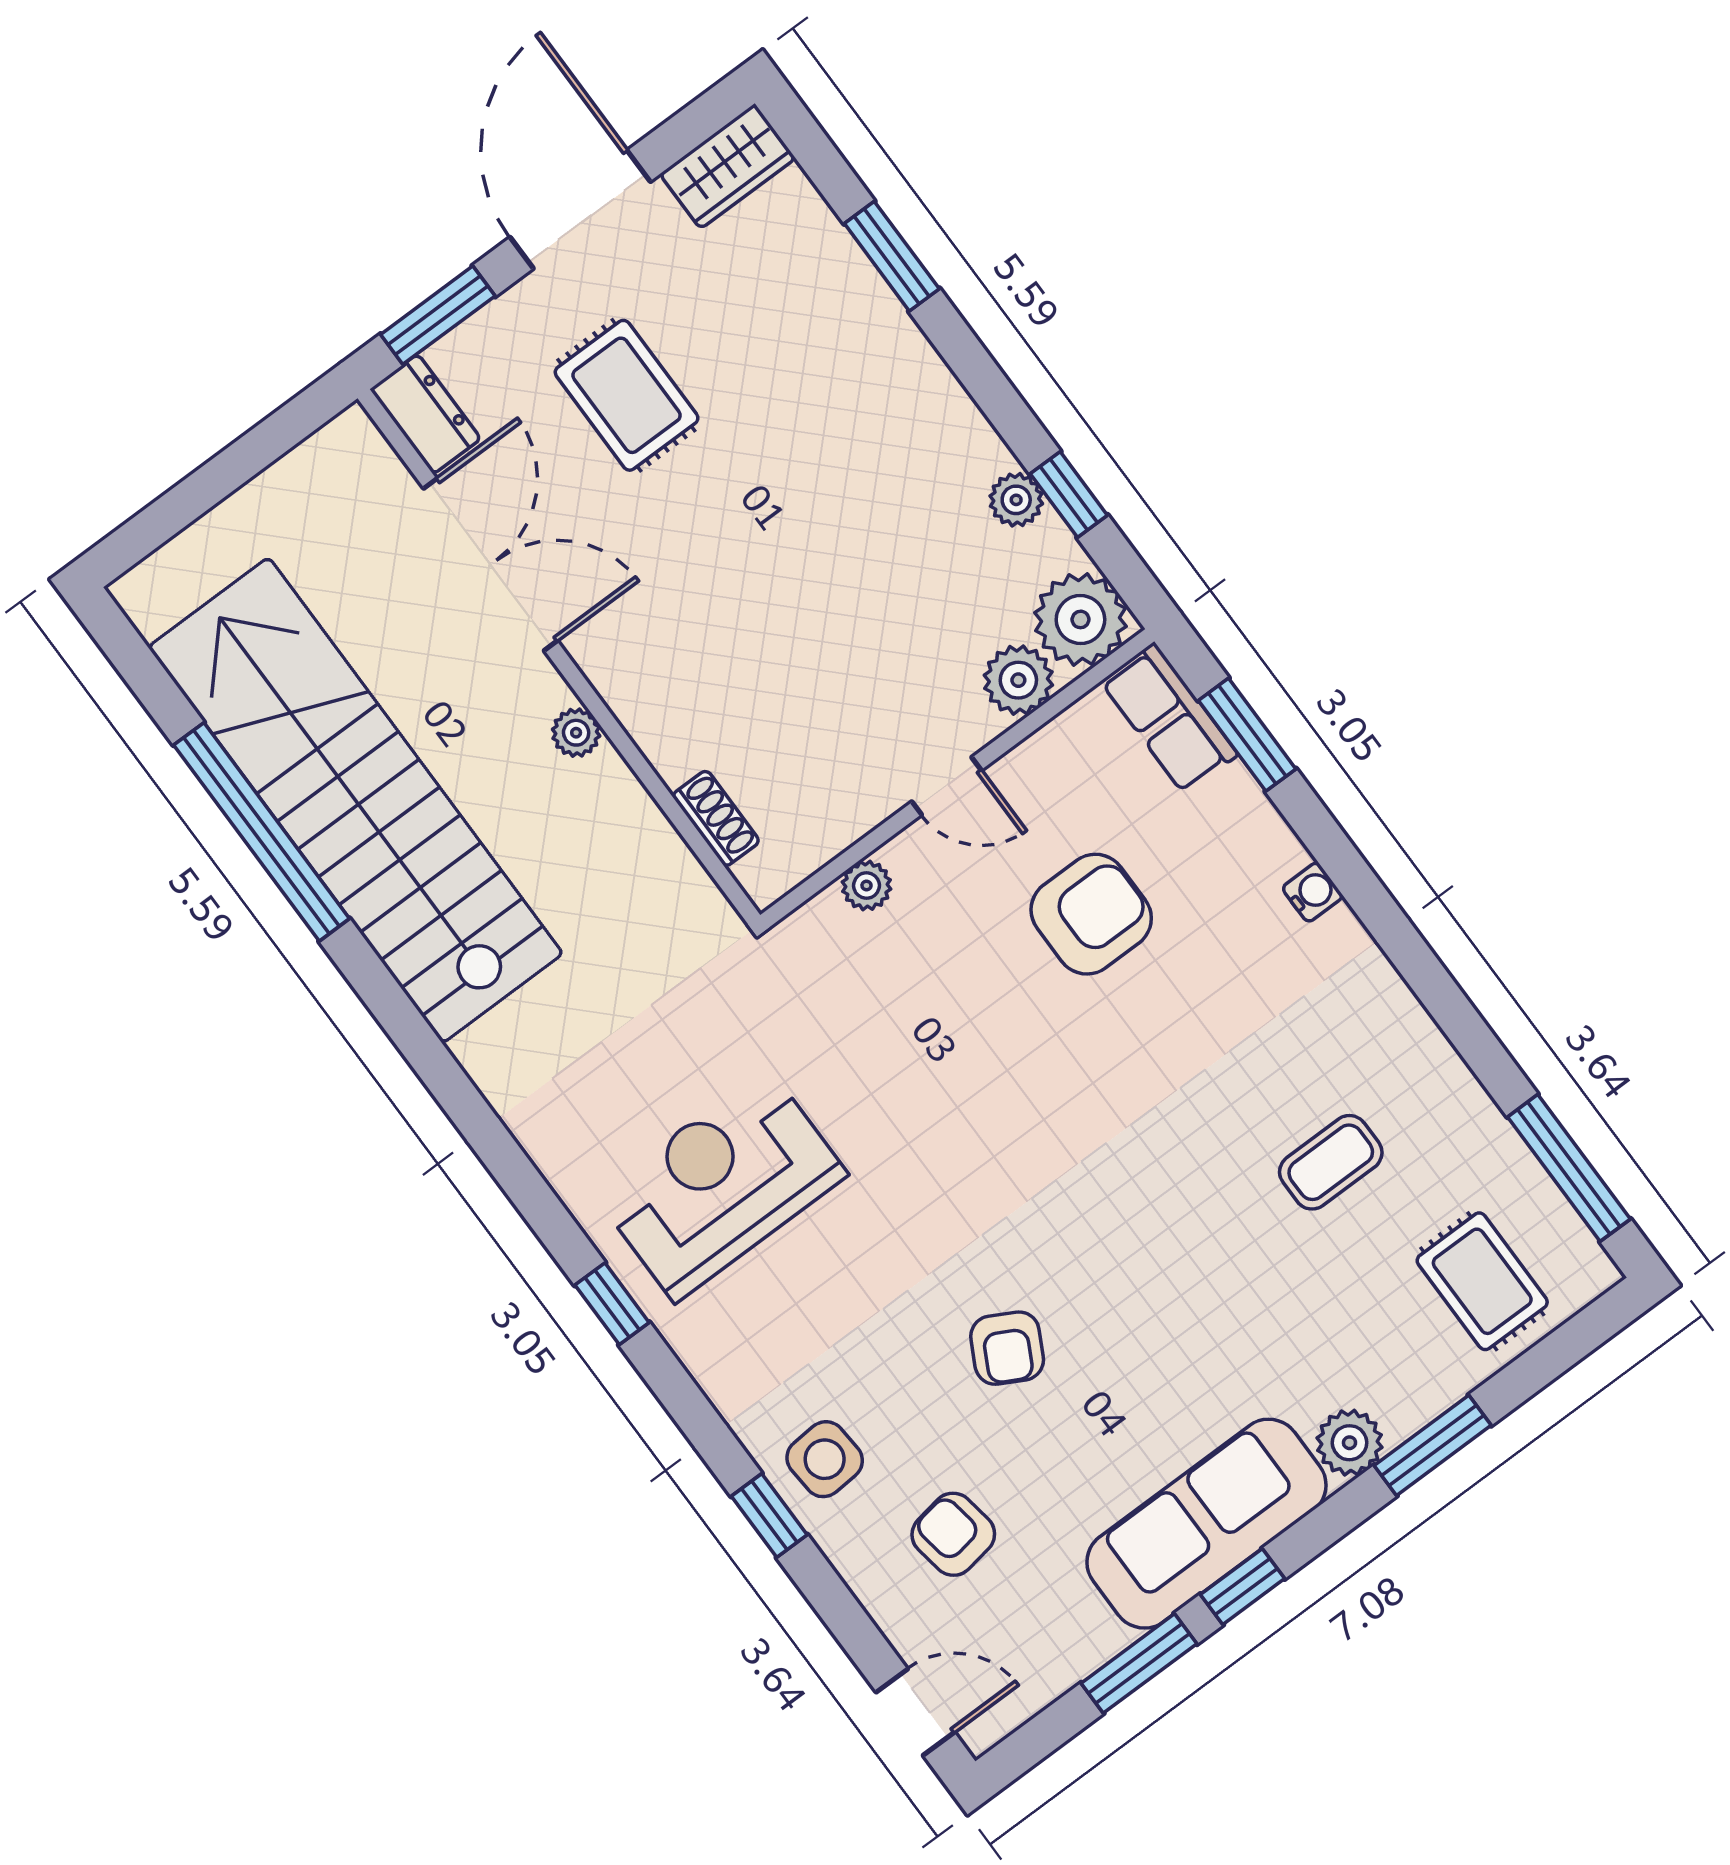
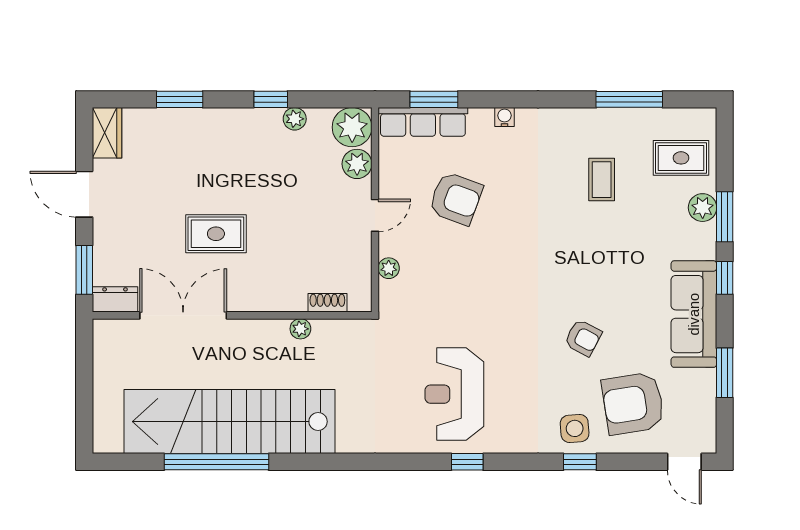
door: (580, 209) -> (84, 194), width x0.73
rug: (627, 395) -> (216, 234), moved
window: (1069, 495) -> (271, 99), moved
row of seats: (1169, 718) -> (423, 122), width x1.48
plant: (576, 733) -> (300, 329), moved
armchair: (1091, 914) -> (456, 198), turned 110
window: (1569, 1168) -> (629, 99), moved
plant: (1349, 1443) -> (703, 208), moved
armchair: (953, 1534) -> (633, 403), width x1.88, depth x1.88
window: (1243, 1587) -> (725, 278), moved
door: (915, 1712) -> (684, 462), swing flipped

